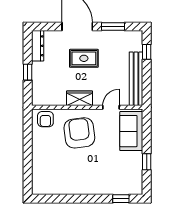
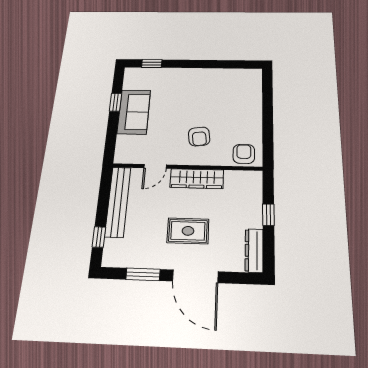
wardrobe: (80, 98) -> (197, 179), width x1.50
sofa: (131, 131) -> (134, 112), moved
armchair: (79, 133) -> (199, 137), width x0.53, depth x0.53

